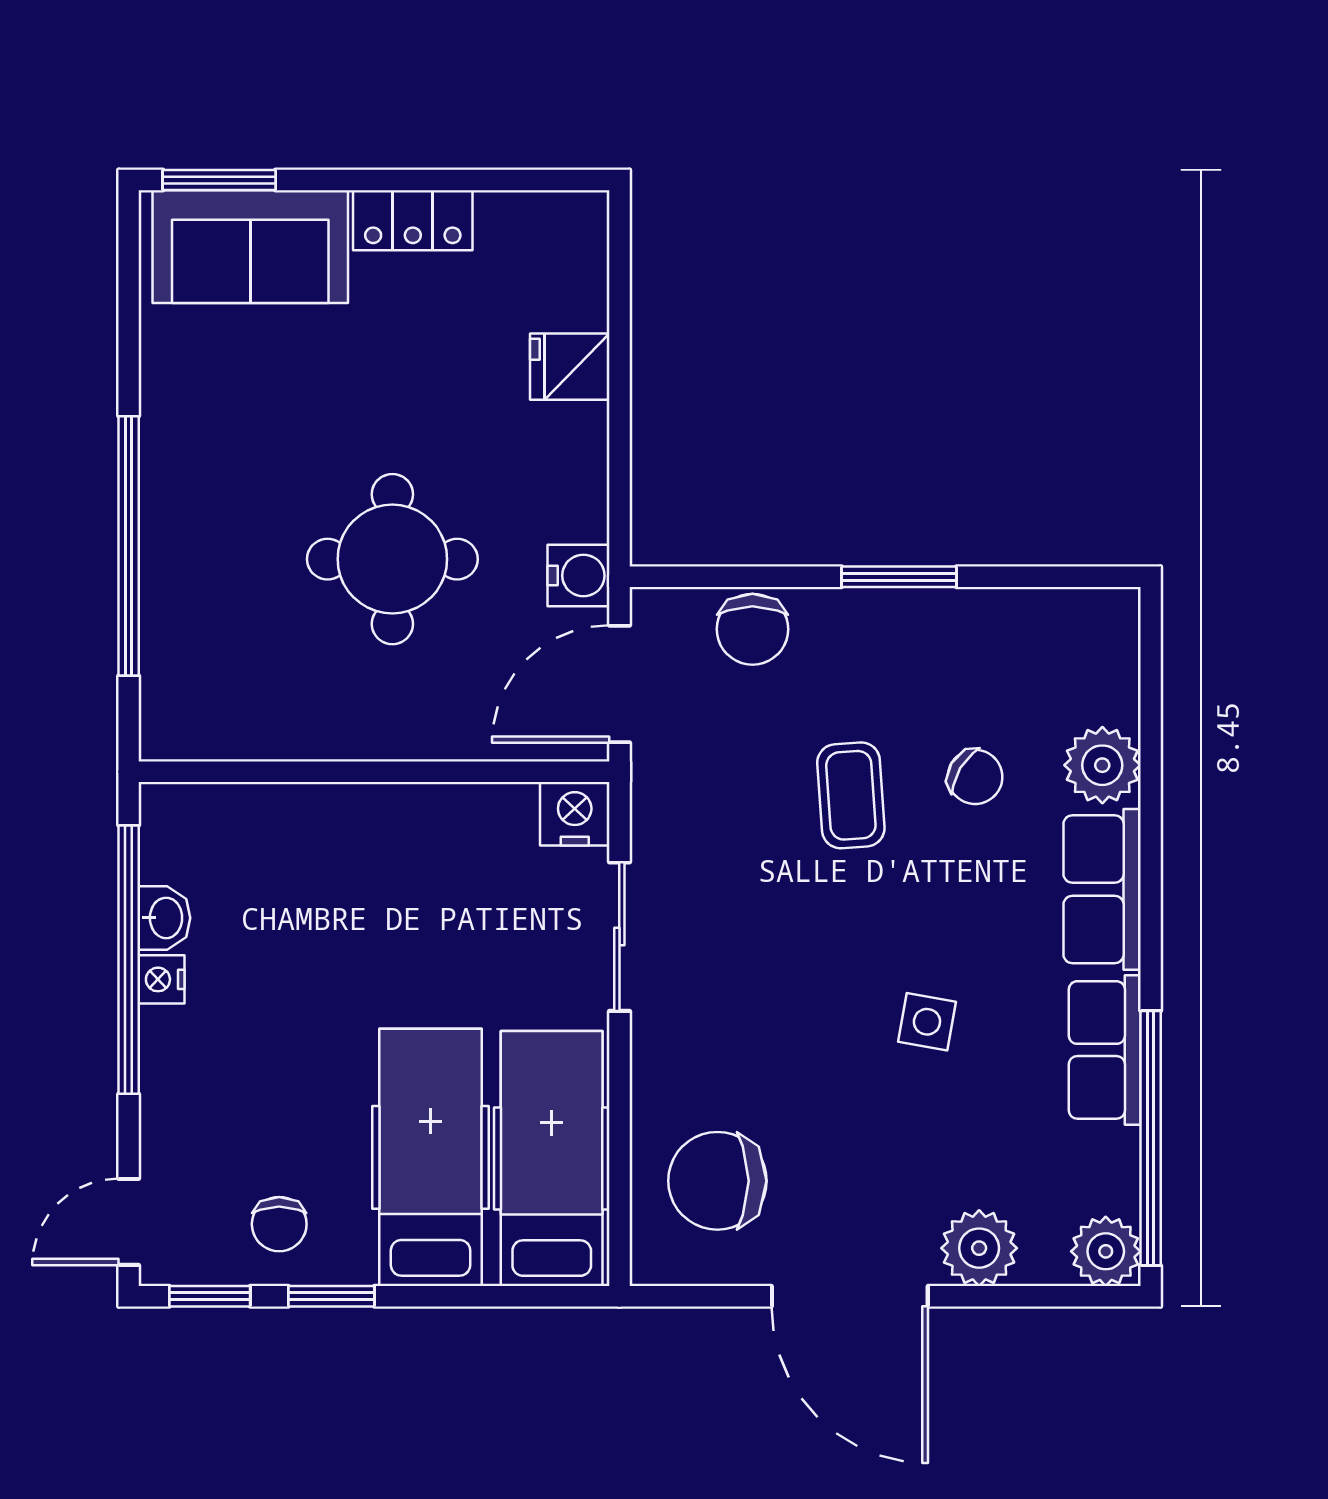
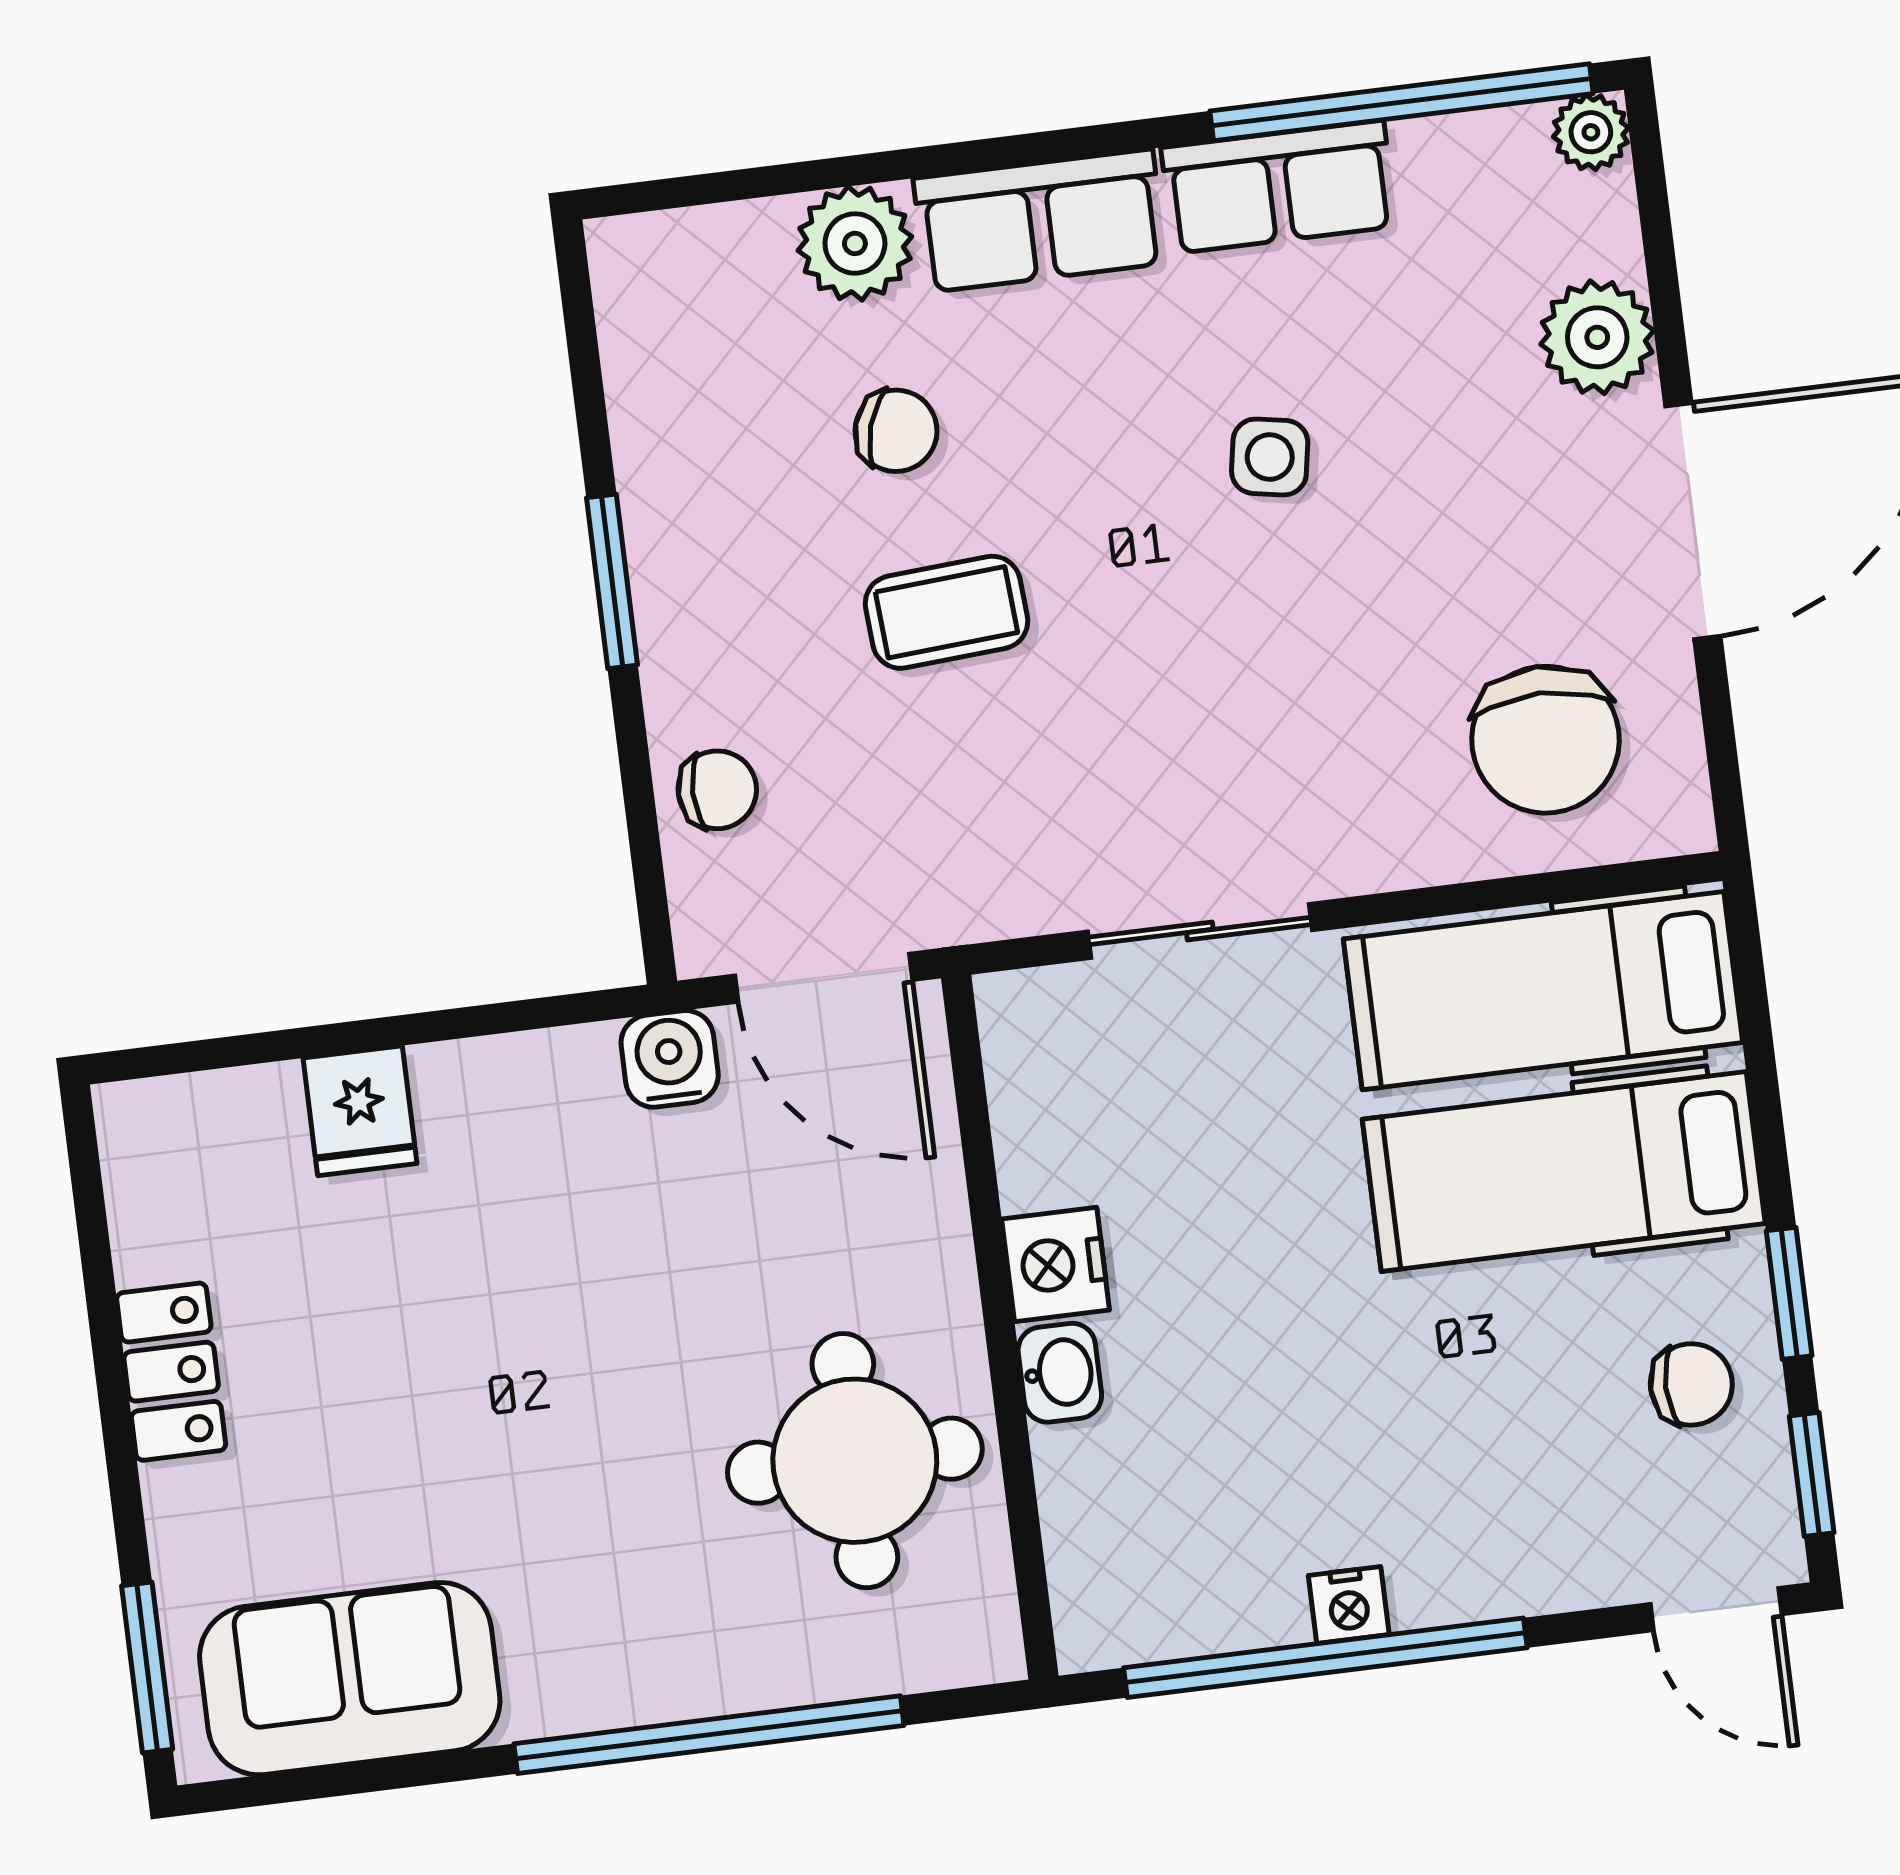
sofa: (250, 247) -> (350, 1679), moved, turned -90
round table: (392, 559) -> (855, 1461), moved
chair: (752, 629) -> (717, 790), width x0.73, depth x0.73
chair: (975, 777) -> (896, 431), turned 76
nightstand: (575, 814) -> (1056, 1265), moved
washbasin: (164, 918) -> (1060, 1373), moved, turned 90
plant: (1106, 1251) -> (1591, 132), width x0.73, depth x0.73

